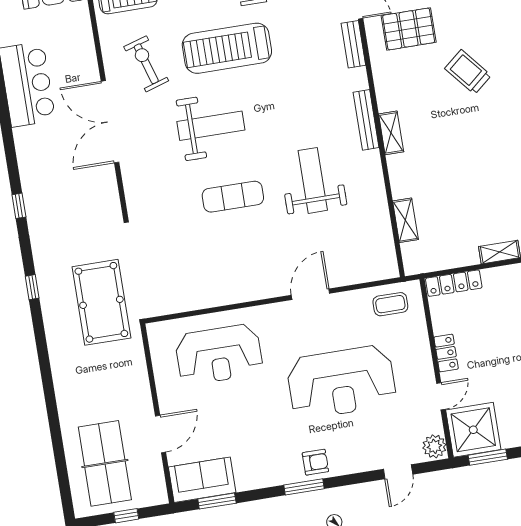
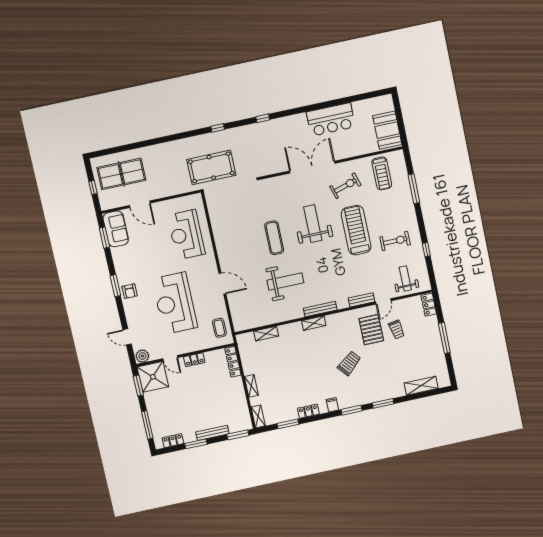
weight bench: (211, 126) -> (313, 224), turned 180

